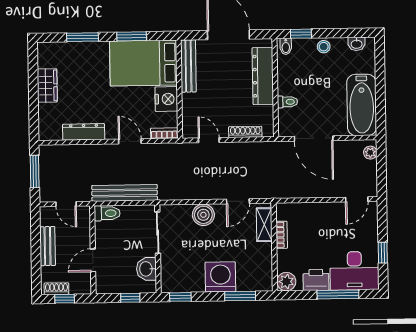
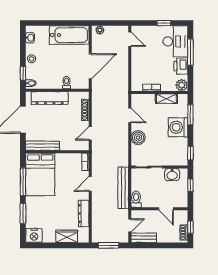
window: (132, 36) -> (23, 182), width x1.44
wardrobe: (47, 85) -> (67, 236), moved
nightstand: (166, 99) -> (34, 235), moved, turned 180
shelving: (264, 225) -> (166, 99), moved
bench: (48, 246) -> (144, 238), moved

